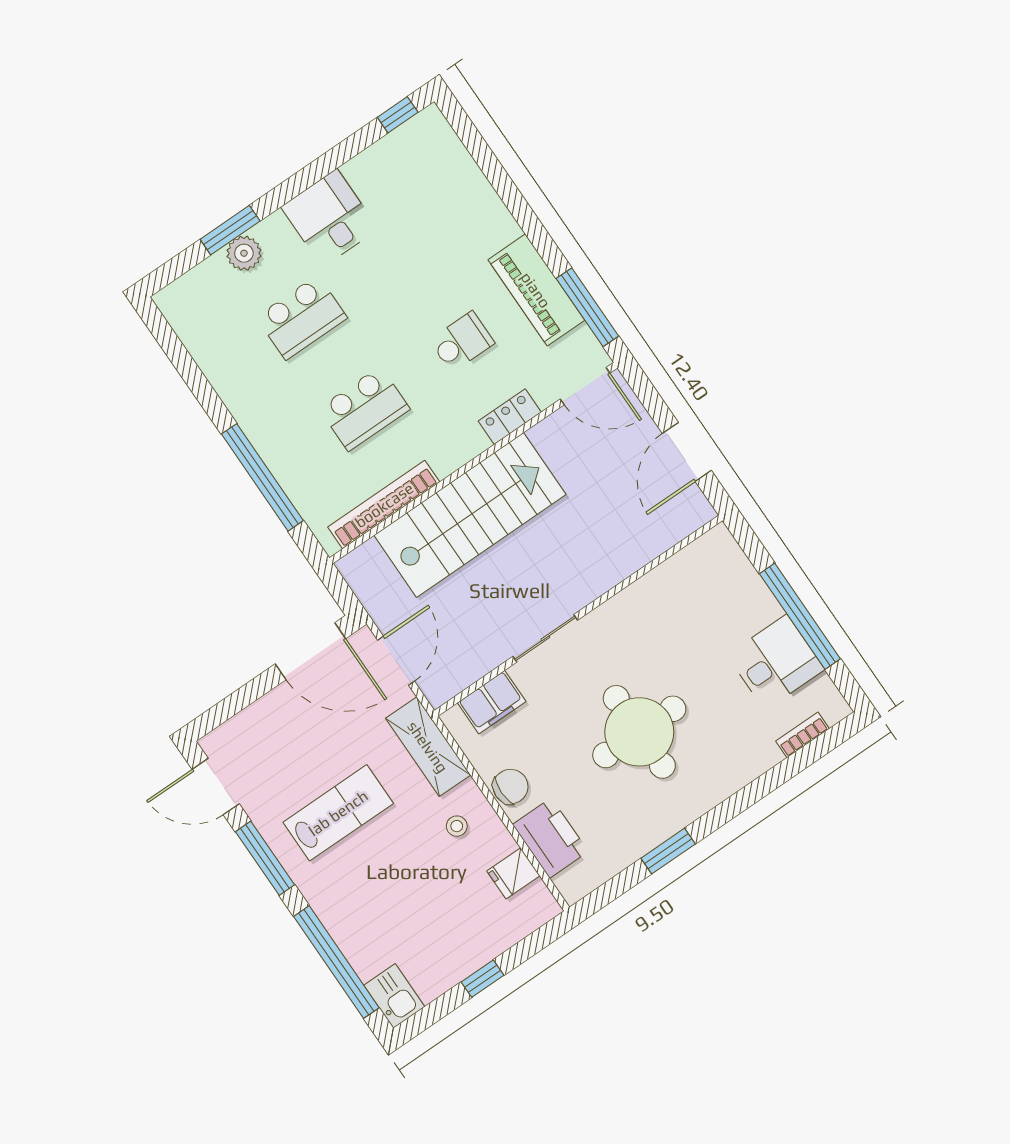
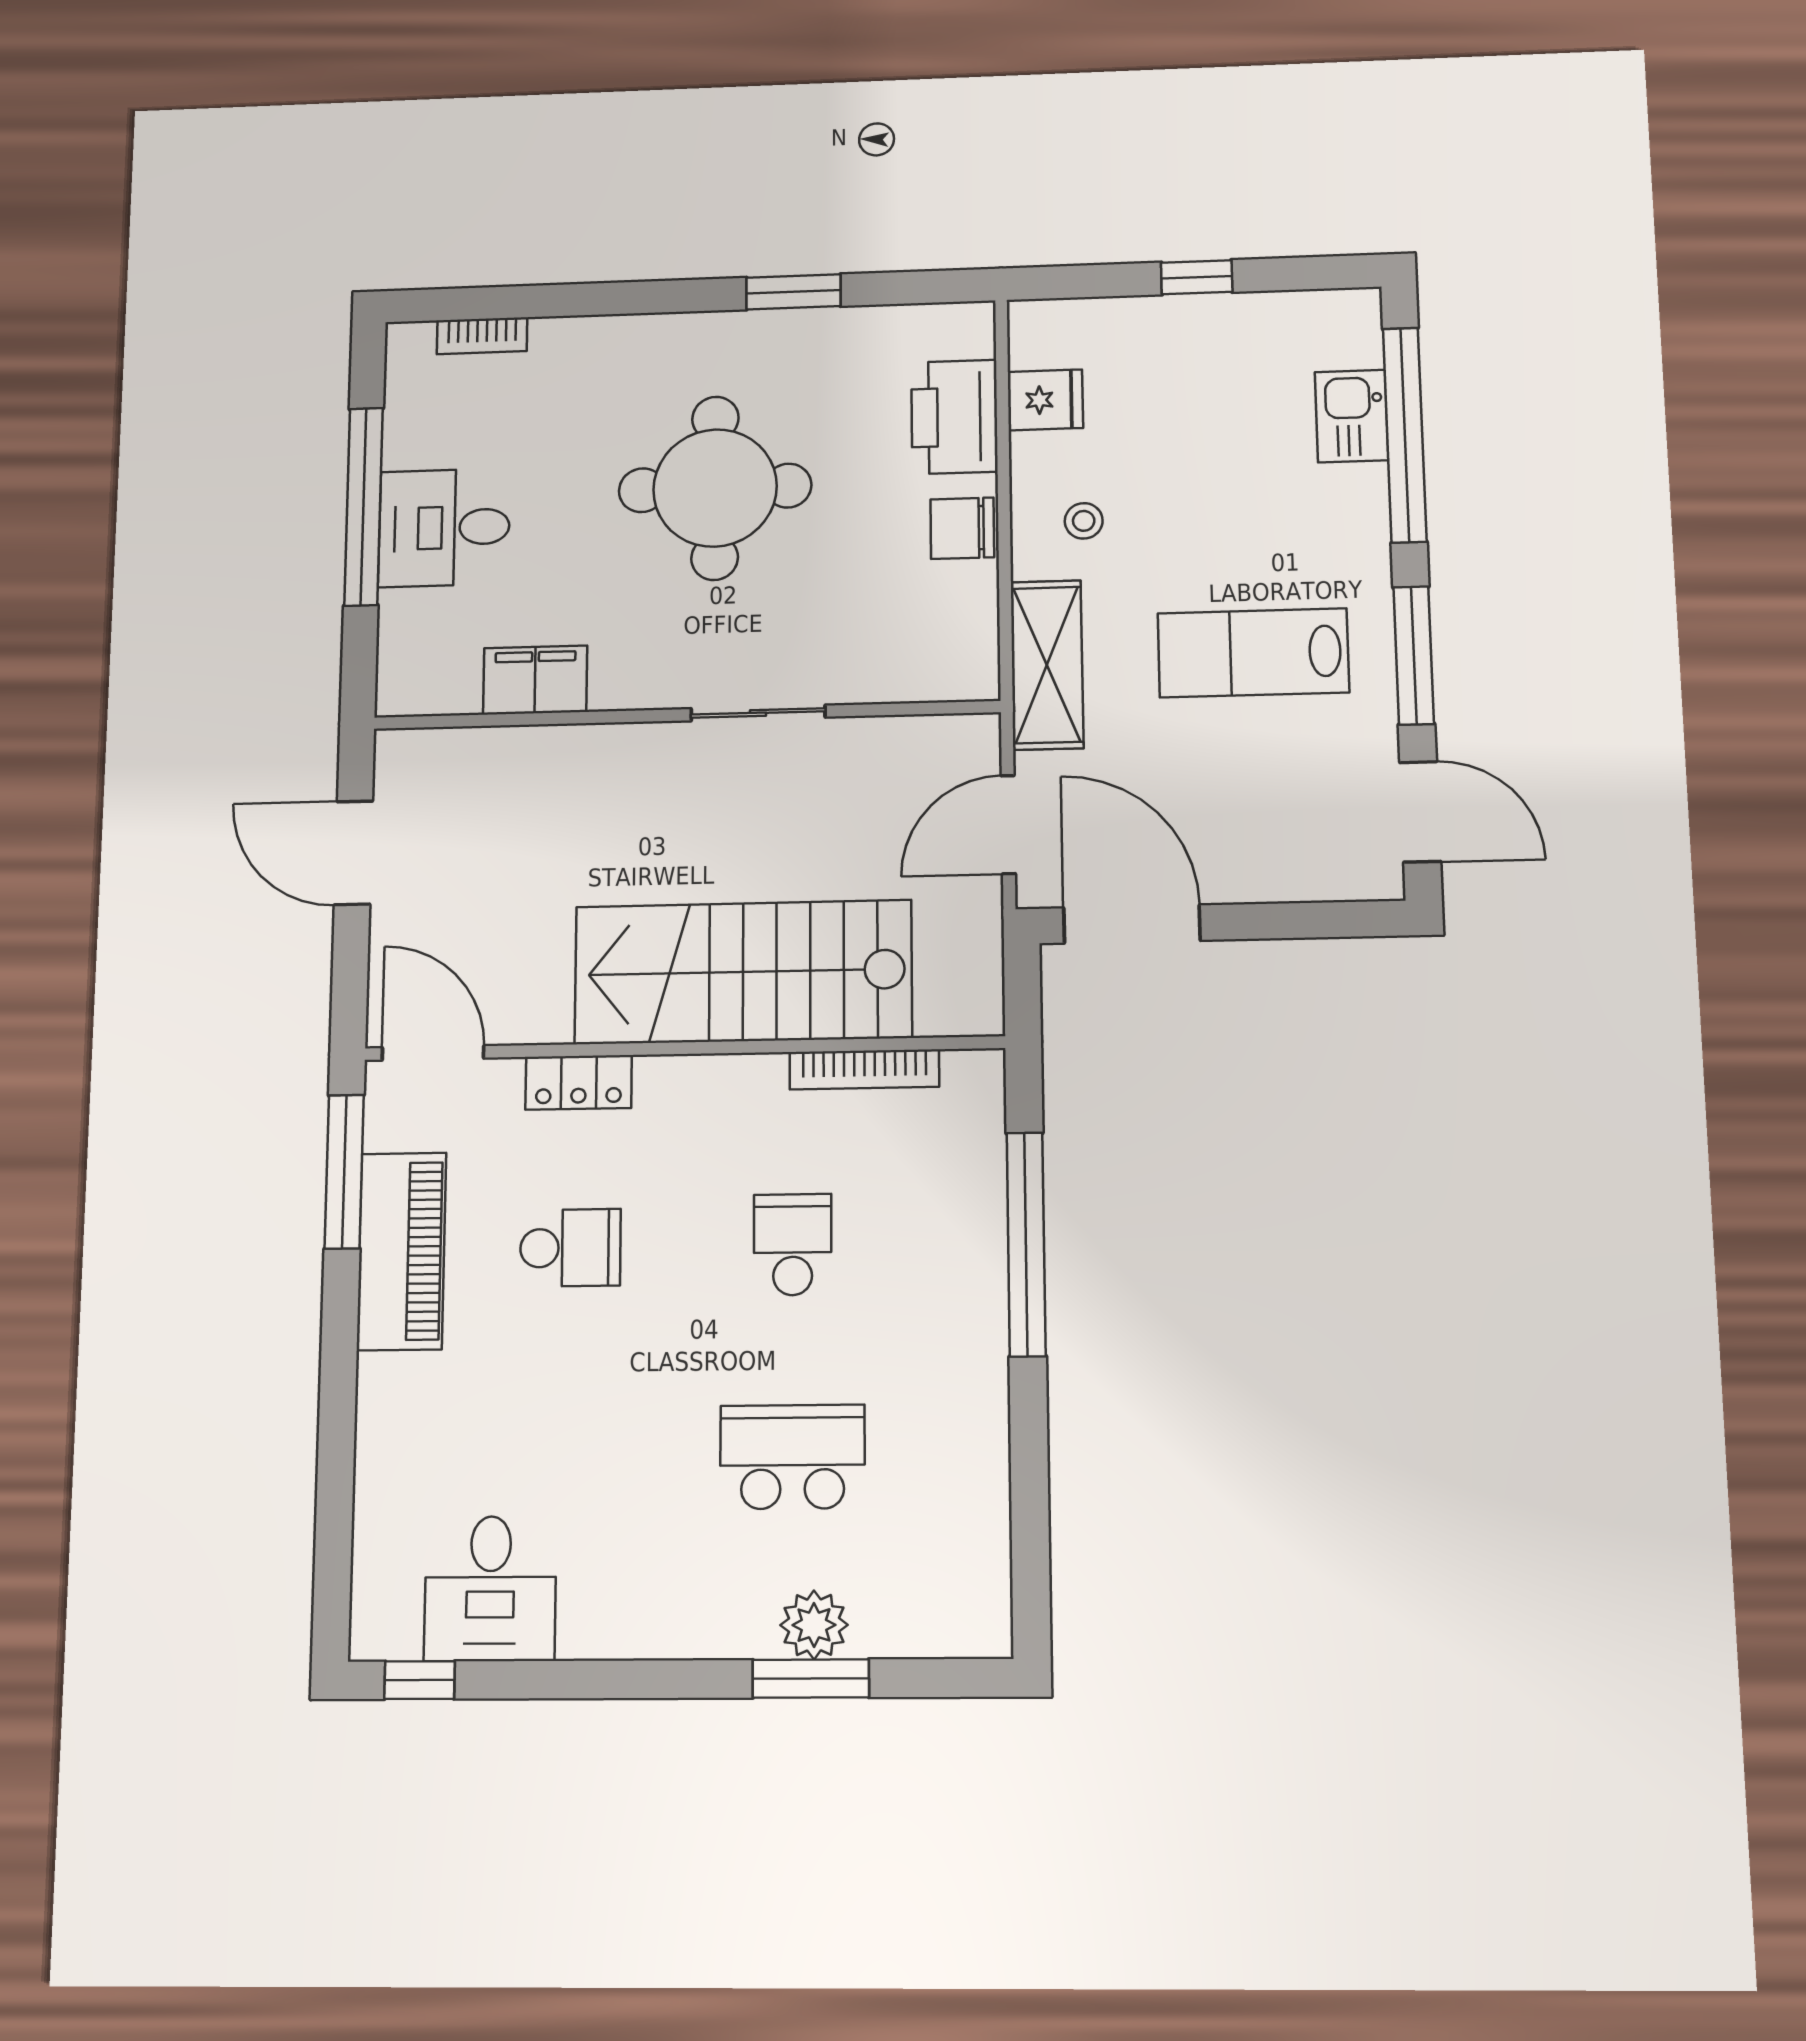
desk: (330, 218) -> (490, 1589), moved
school desk: (462, 342) -> (570, 1248), turned 180
school desk: (364, 409) -> (793, 1245), width x0.54
door: (687, 452) -> (353, 853), swing flipped
bookcase: (384, 505) -> (864, 1069), width x0.68, depth x0.76
desk: (776, 662) -> (444, 528), moved
filing cabinet: (492, 702) -> (535, 680), moved
kitchen sink: (394, 996) -> (1352, 416), moved

